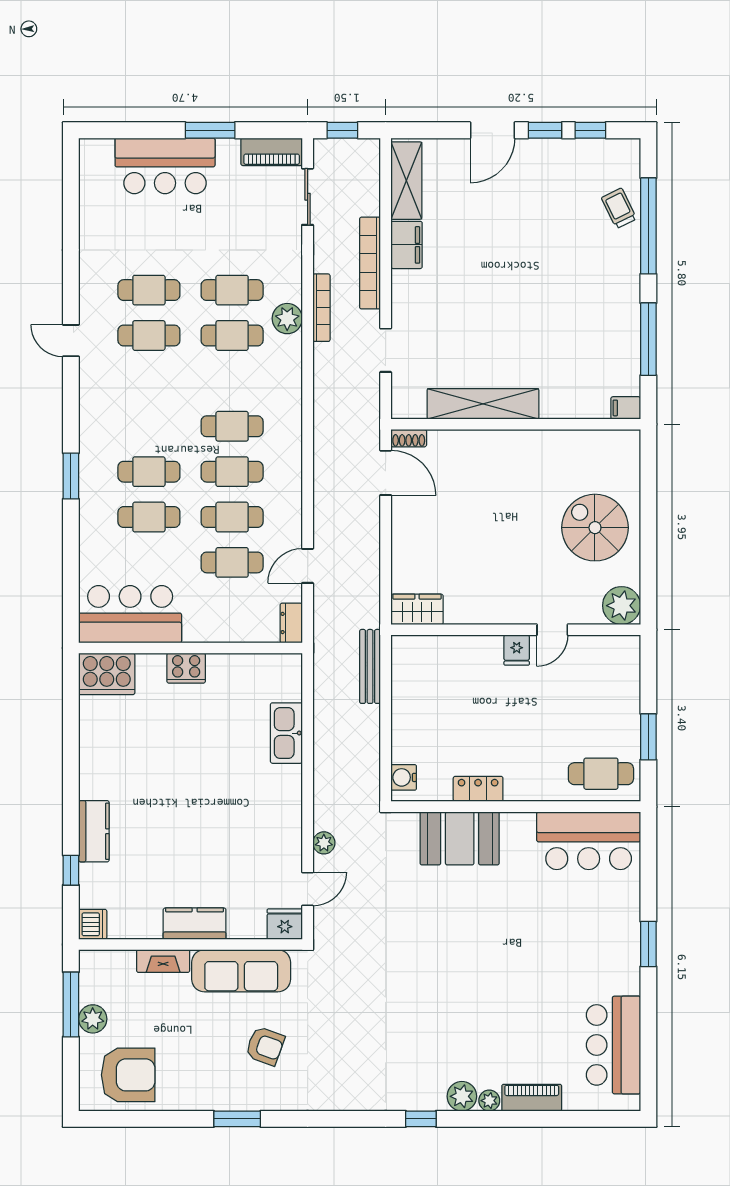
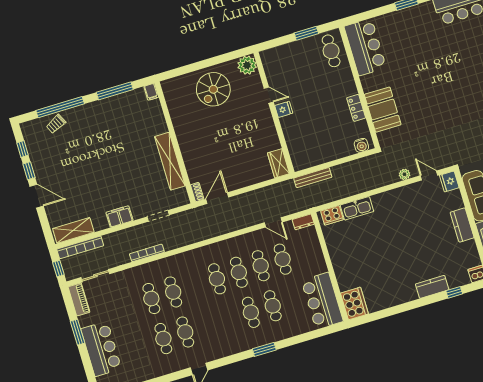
filing cabinet: (407, 245) -> (120, 216), moved
bookcase: (370, 263) -> (80, 247), moved
plant: (287, 319) -> (157, 268), removed
cooker: (186, 668) -> (332, 215), moved, turned 90

